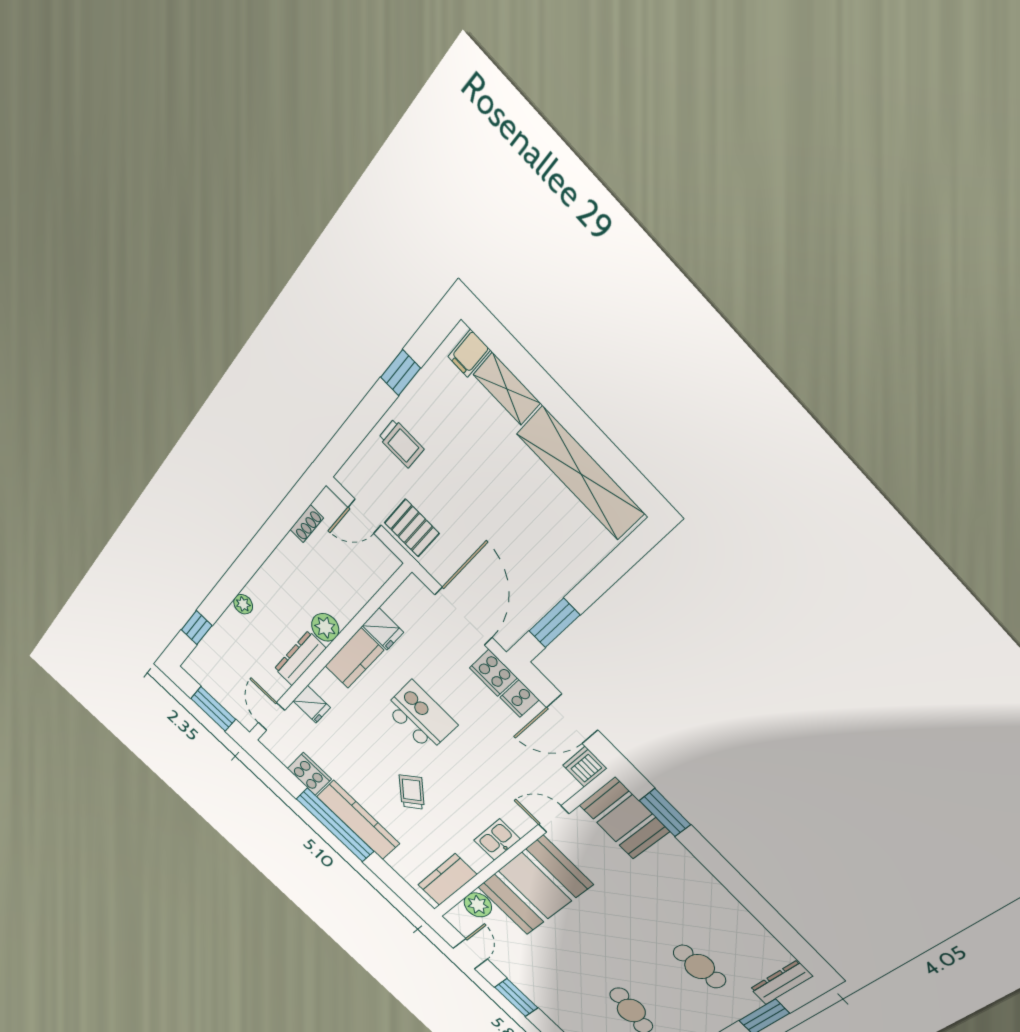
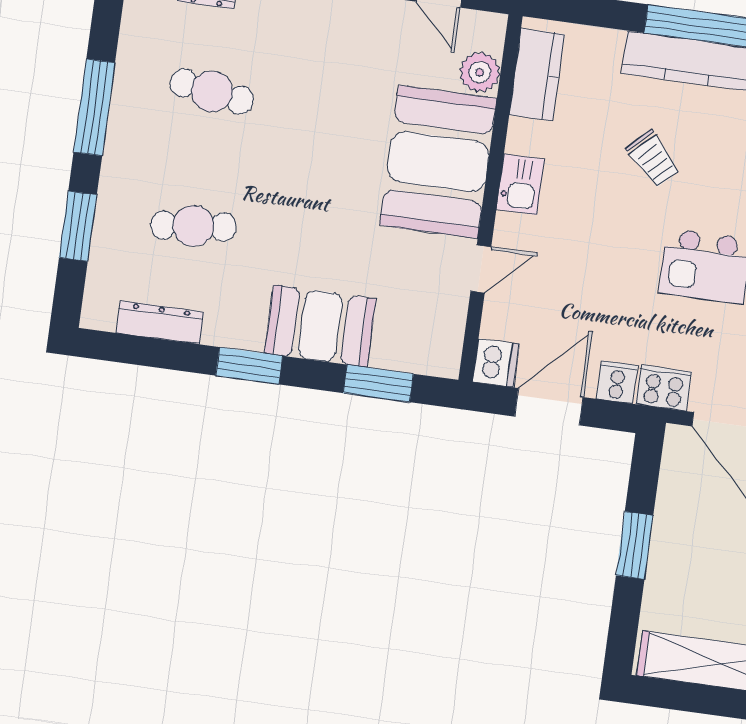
window: (554, 623) -> (635, 545), moved
booth: (624, 818) -> (320, 326), moved
window: (733, 882) -> (249, 366), added
dresser: (781, 982) -> (160, 322), moved, turned -90

